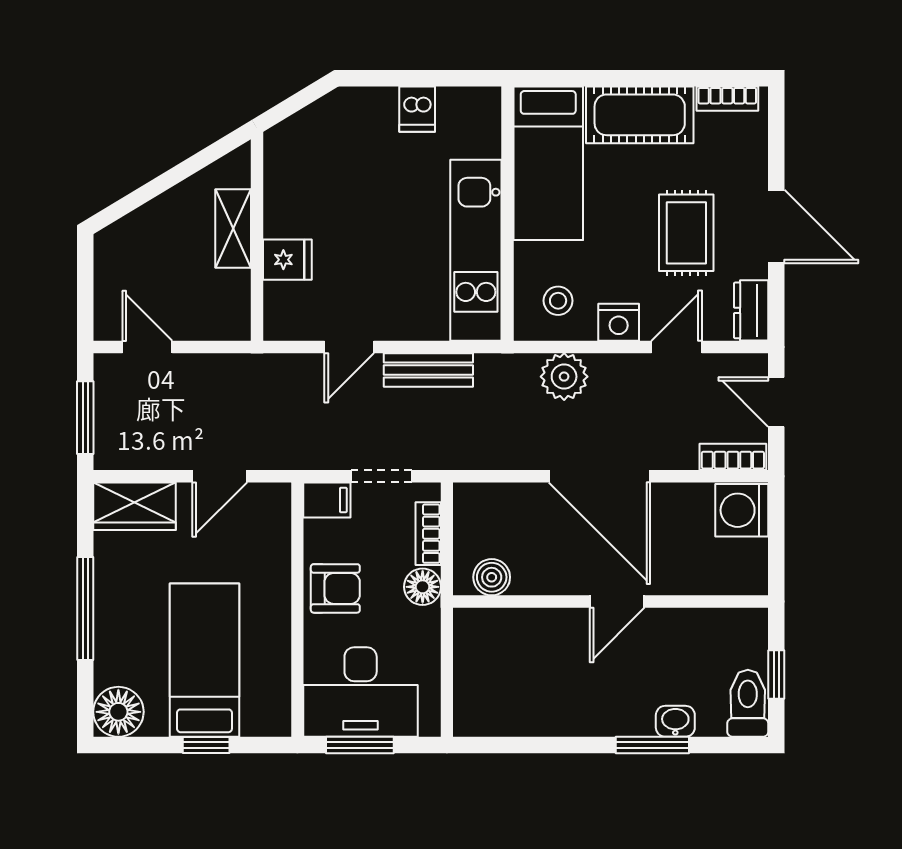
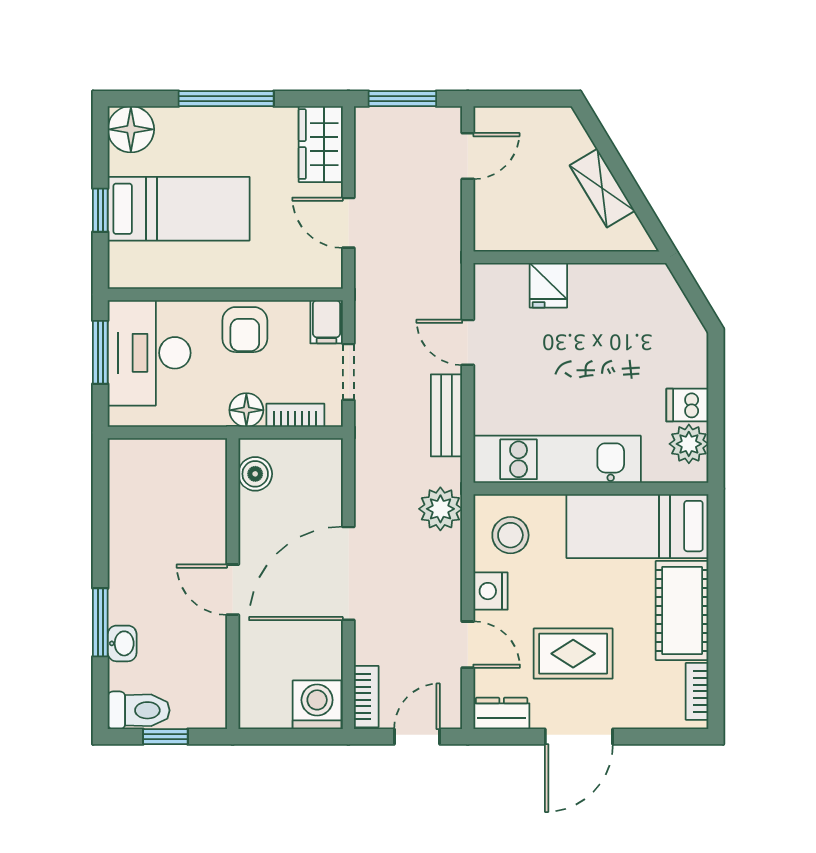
plant: (459, 107) -> (689, 444), added
shelving: (233, 228) -> (602, 188), moved, turned 59
stool: (558, 301) -> (510, 535), width x1.37, depth x1.37
plant: (564, 377) -> (440, 509), moved

